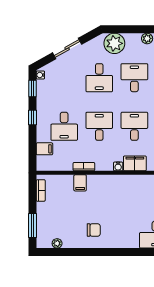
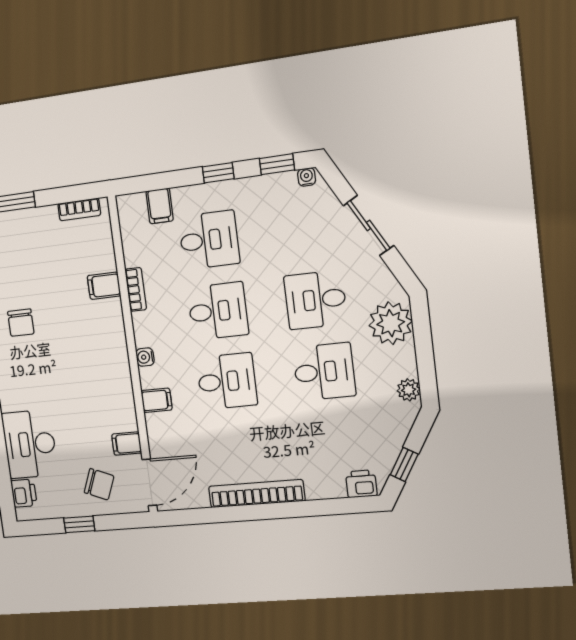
desk: (64, 126) -> (209, 240), turned 180
filing cabinet: (135, 163) -> (157, 400), width x0.50

